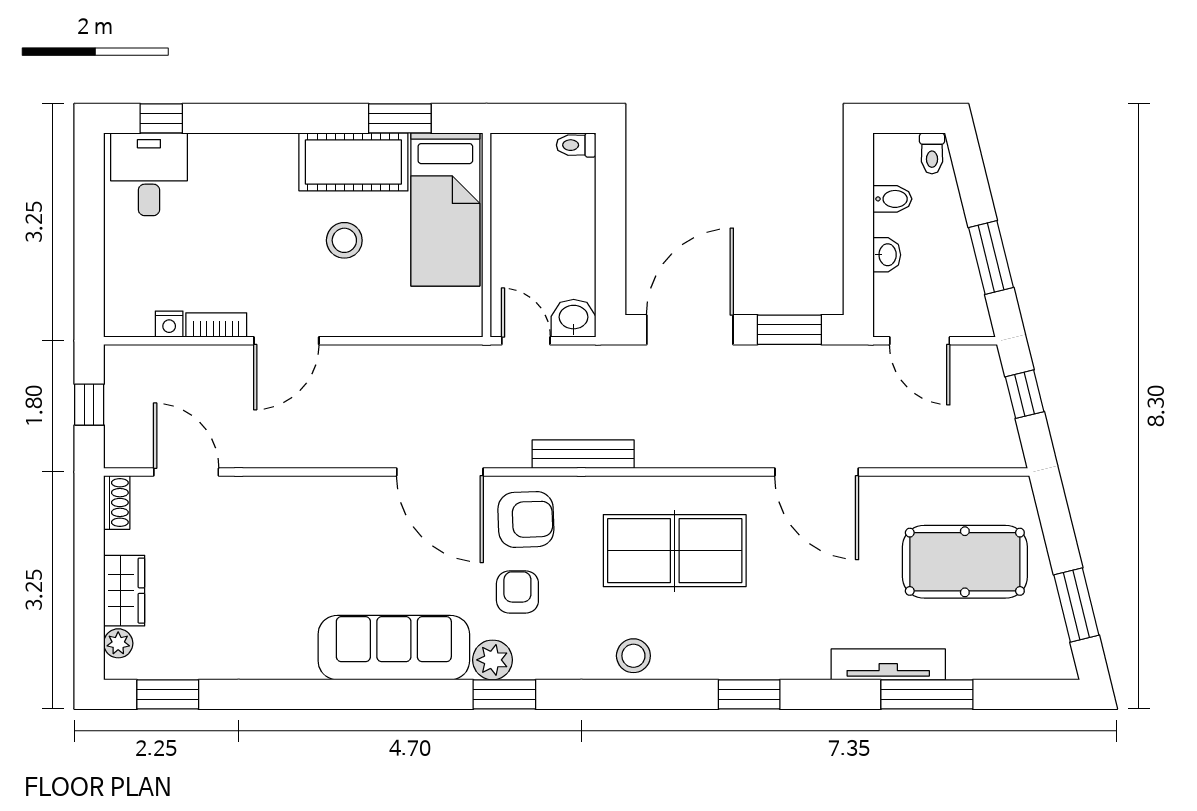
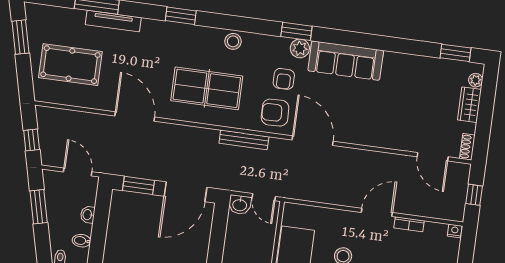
nightstand: (169, 324) -> (455, 231), moved

